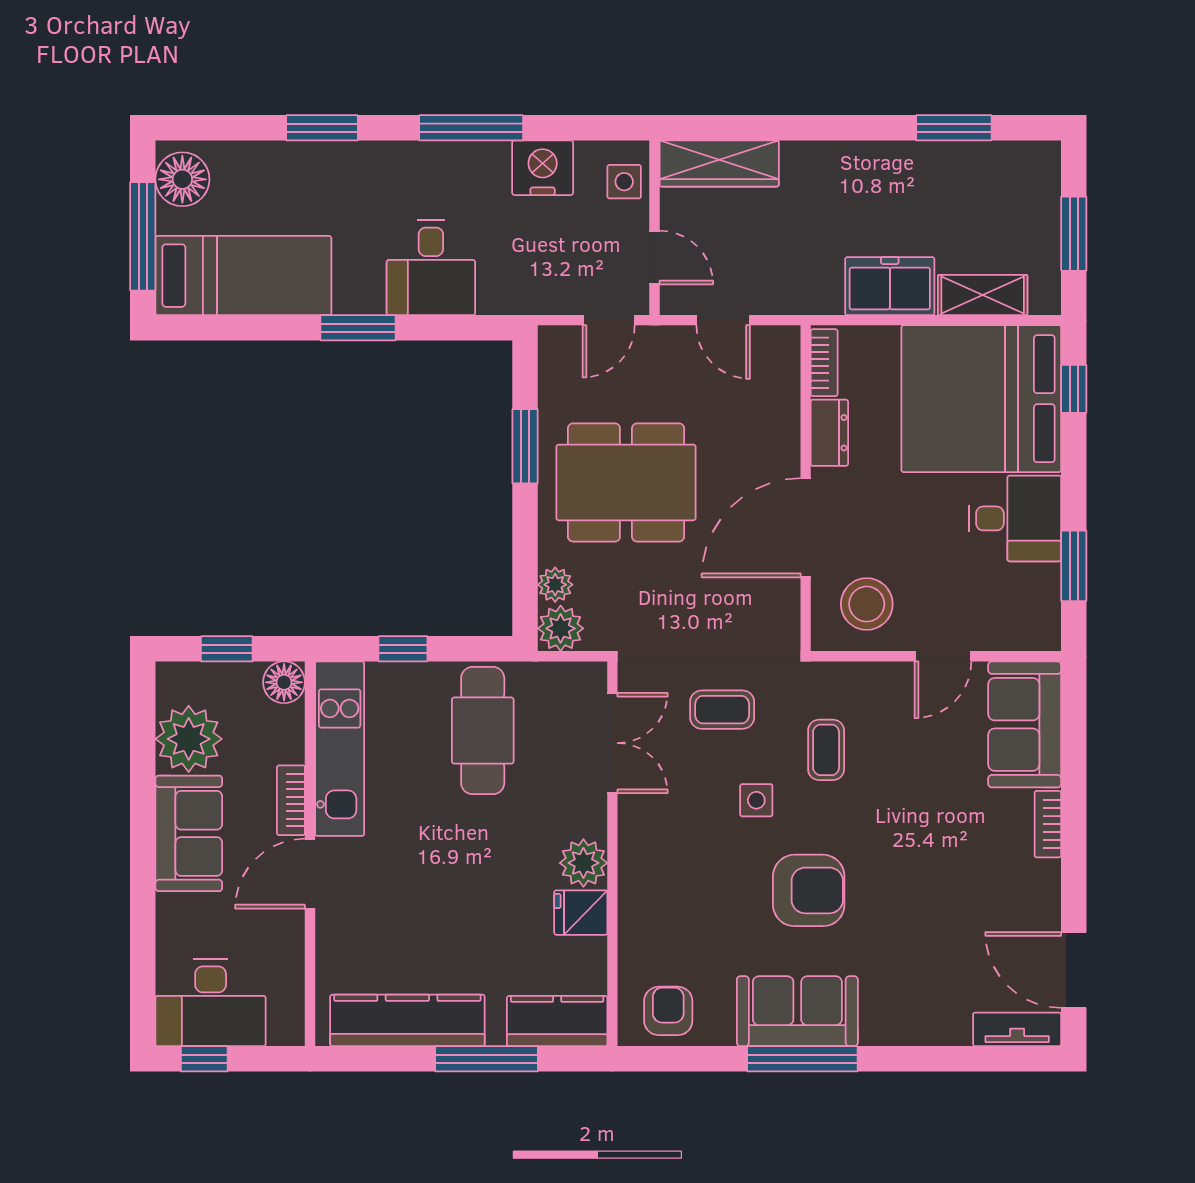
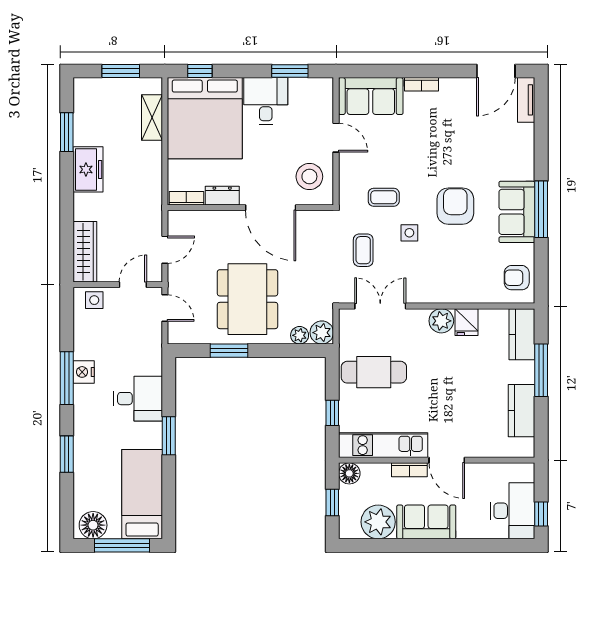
nightstand: (543, 168) -> (84, 372), moved, width x0.74, depth x0.75
freezer: (890, 286) -> (88, 169), moved, turned 180
kitchen counter: (407, 1020) -> (522, 411), width x0.67

